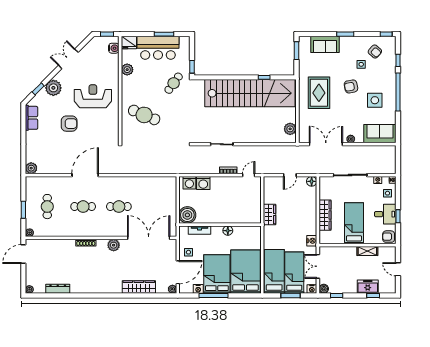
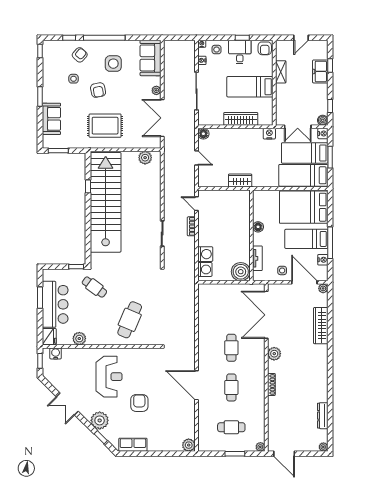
armchair: (375, 51) -> (80, 55), moved
reception desk: (93, 96) -> (109, 377), turned 180
bed: (217, 274) -> (306, 239), width x0.67

